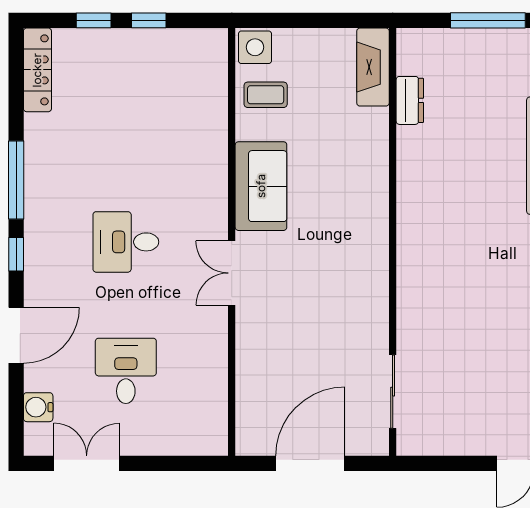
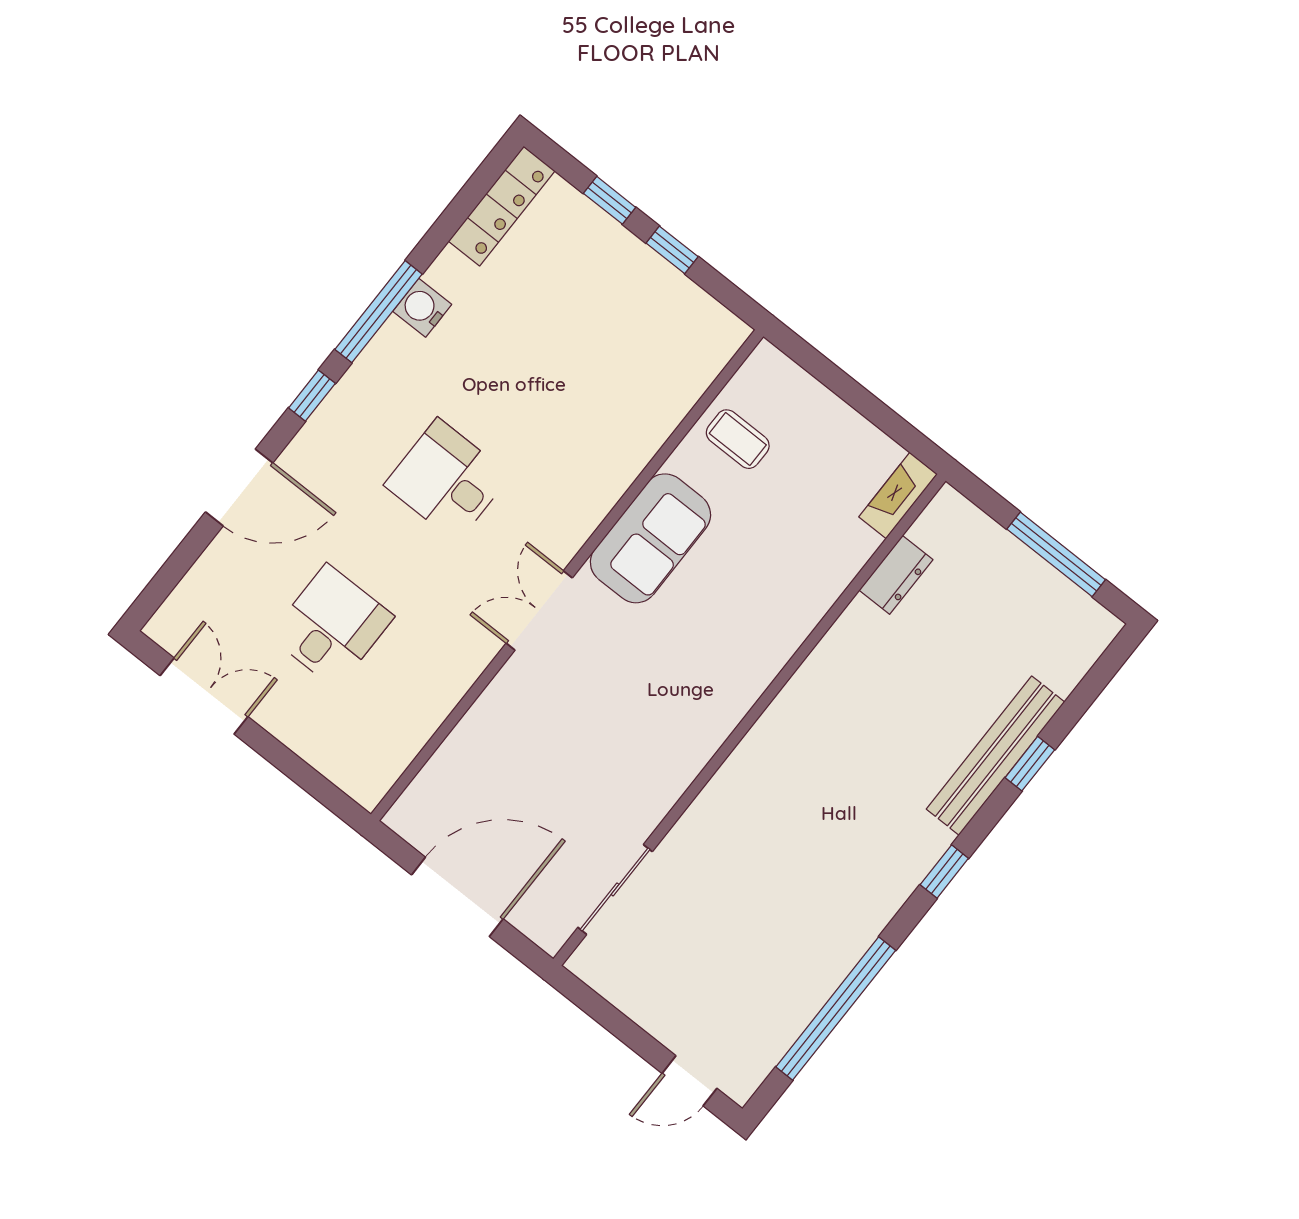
side table: (255, 47) -> (768, 376), removed
fireplace: (373, 67) -> (898, 496), width x0.73, depth x0.76
water cooler: (38, 407) -> (422, 308), moved

